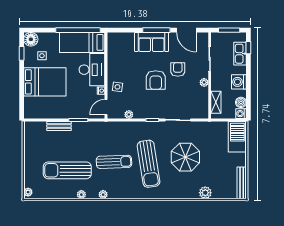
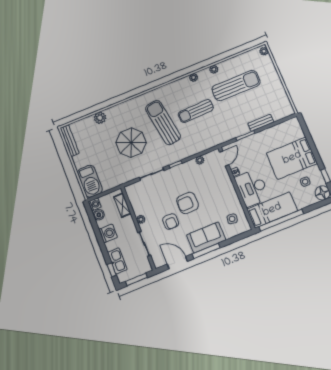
armchair: (156, 80) -> (187, 203), turned -90
side table: (117, 87) -> (232, 219), moved

